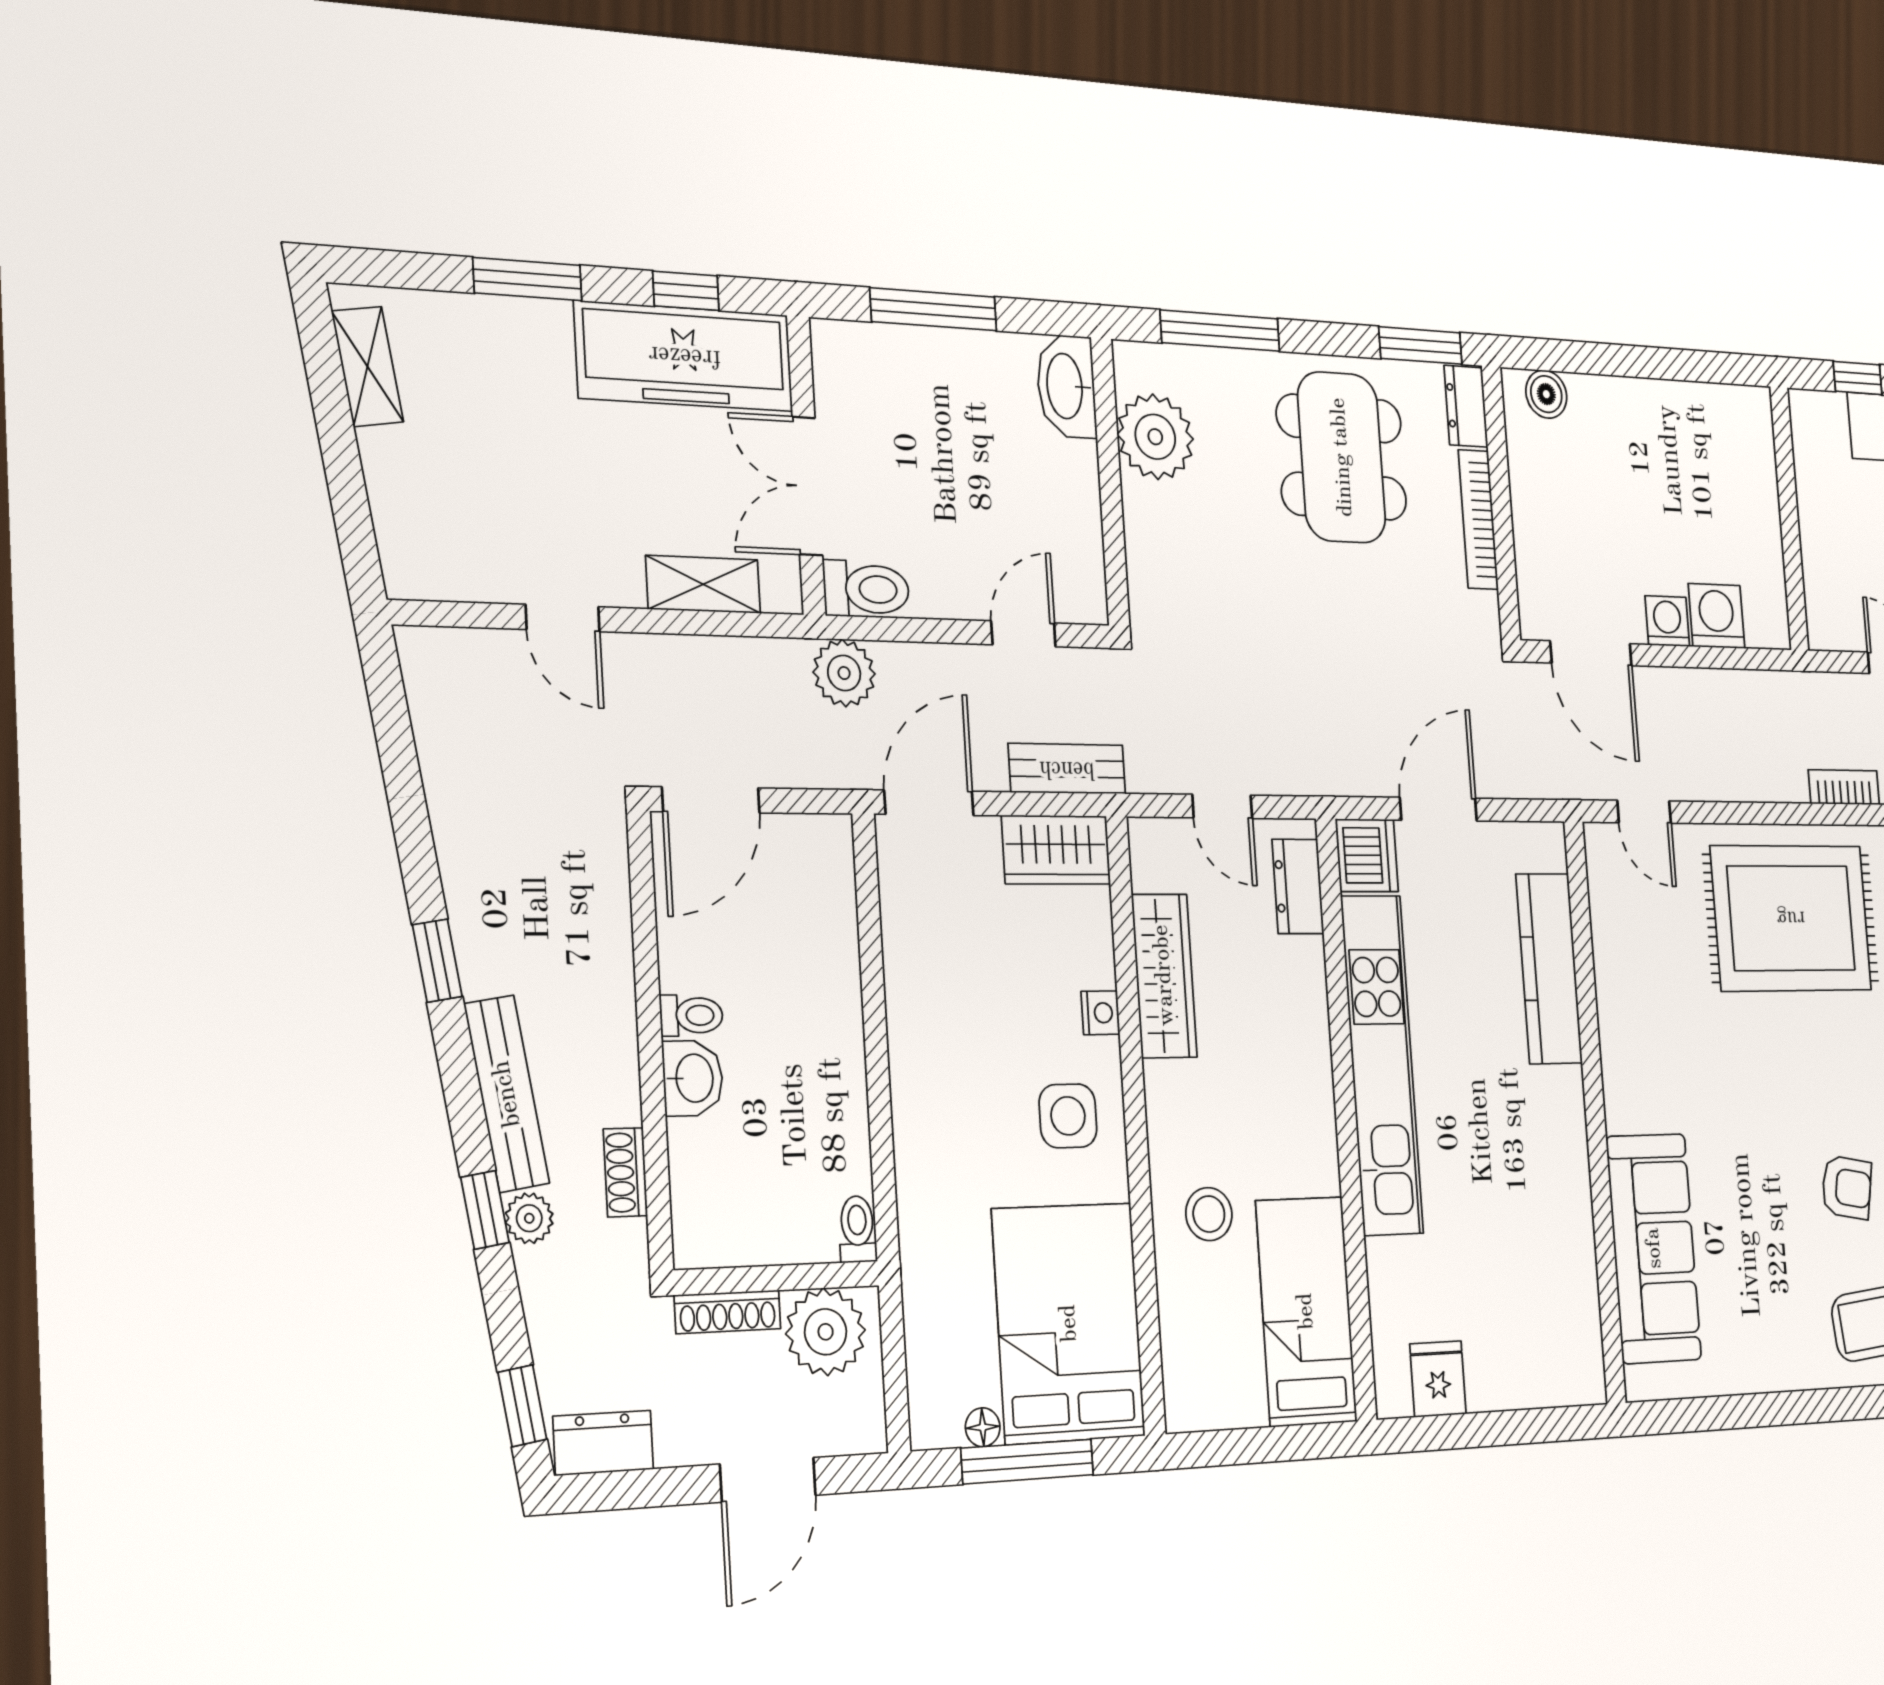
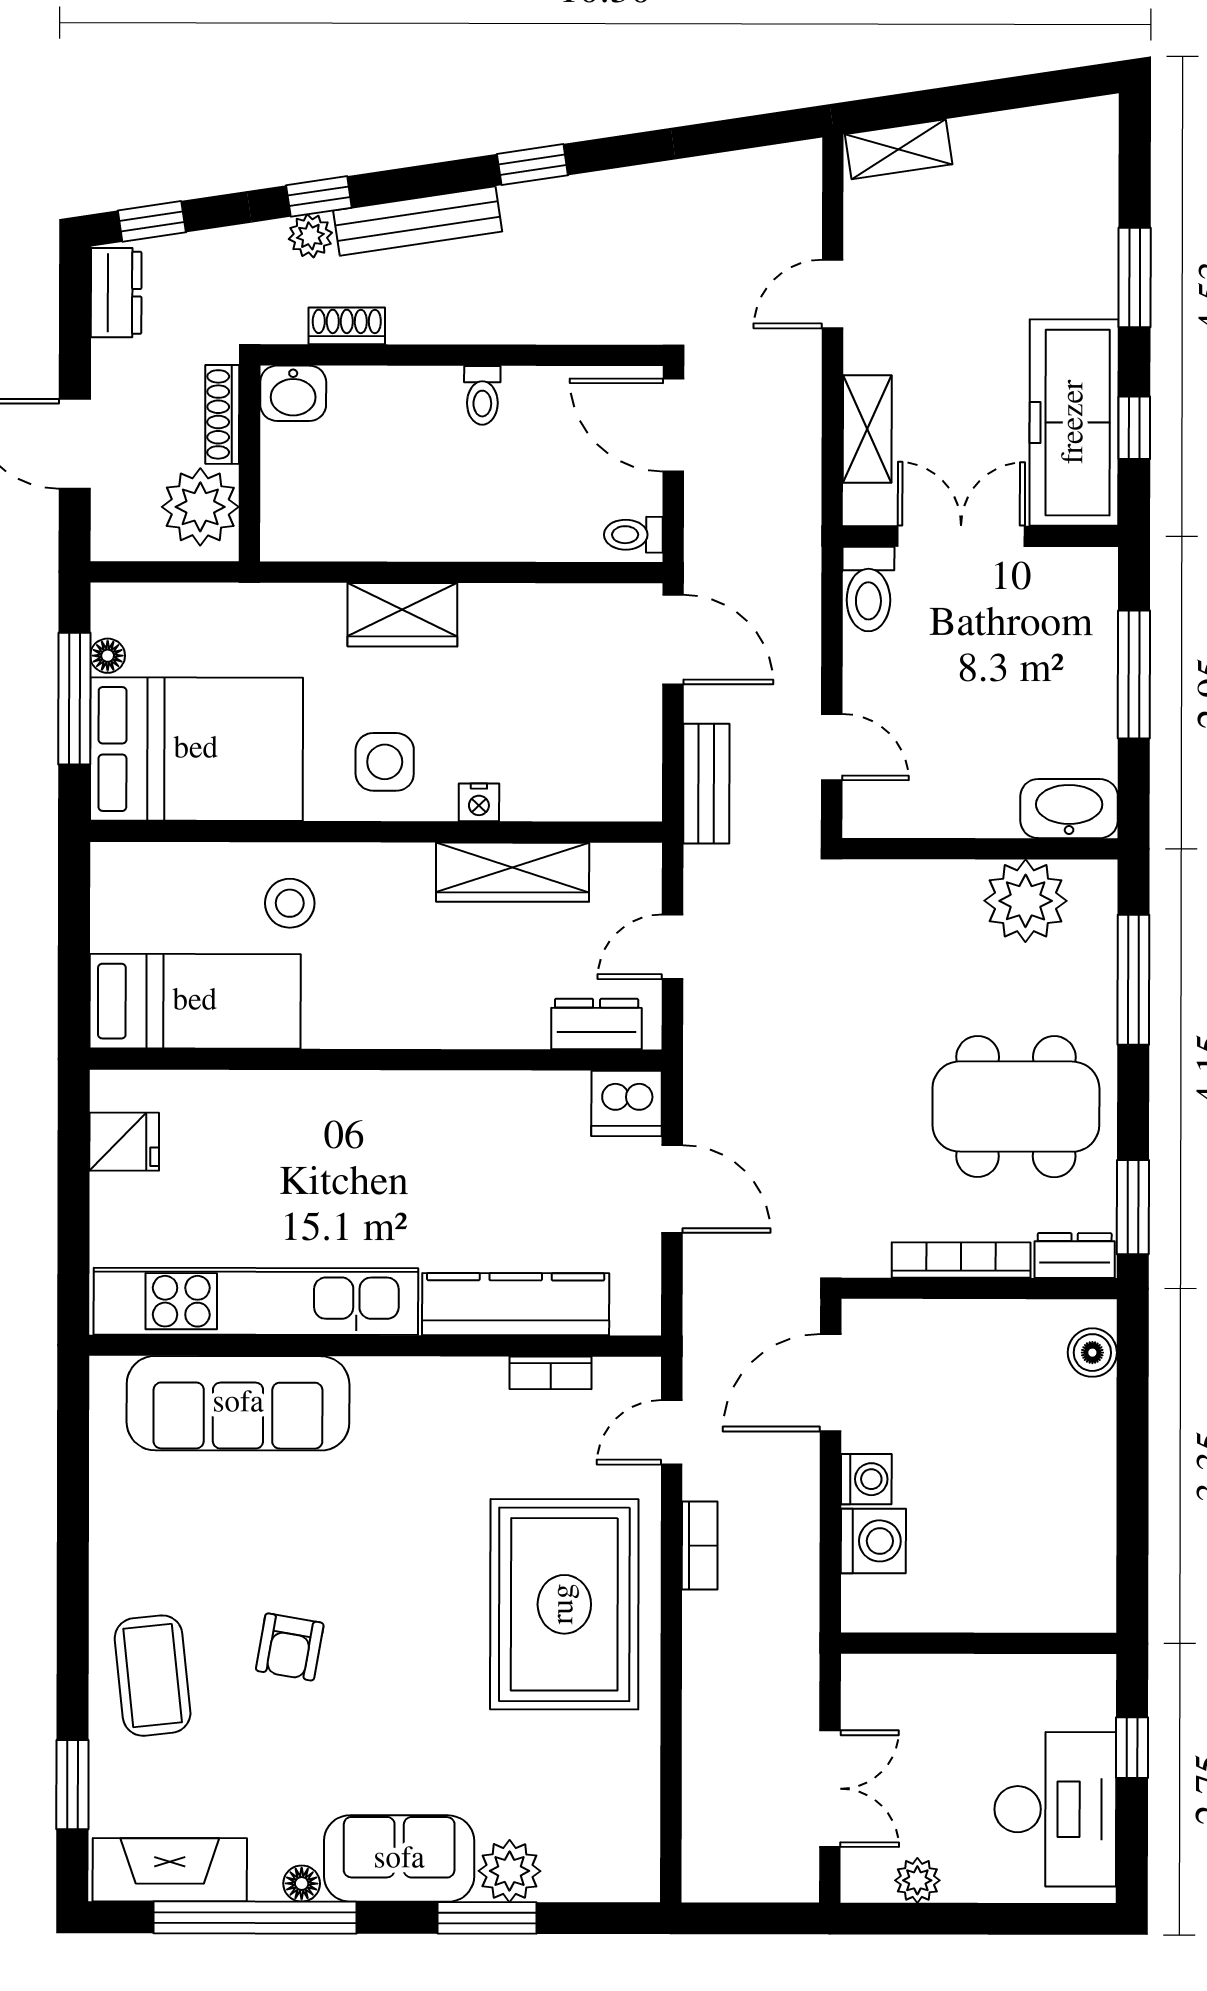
shelving: (367, 366) -> (899, 149), moved
plant: (844, 673) -> (791, 562), removed
bookcase: (1844, 787) -> (700, 1545), moved
wardrobe: (1056, 850) -> (402, 615), moved, turned -90
bookcase: (1604, 933) -> (551, 1373), added
kitchen unit: (1382, 1065) -> (256, 1301), moved, turned 180
washbasin: (693, 1078) -> (293, 393), moved
toilet: (857, 1229) -> (633, 535), moved, turned 180

